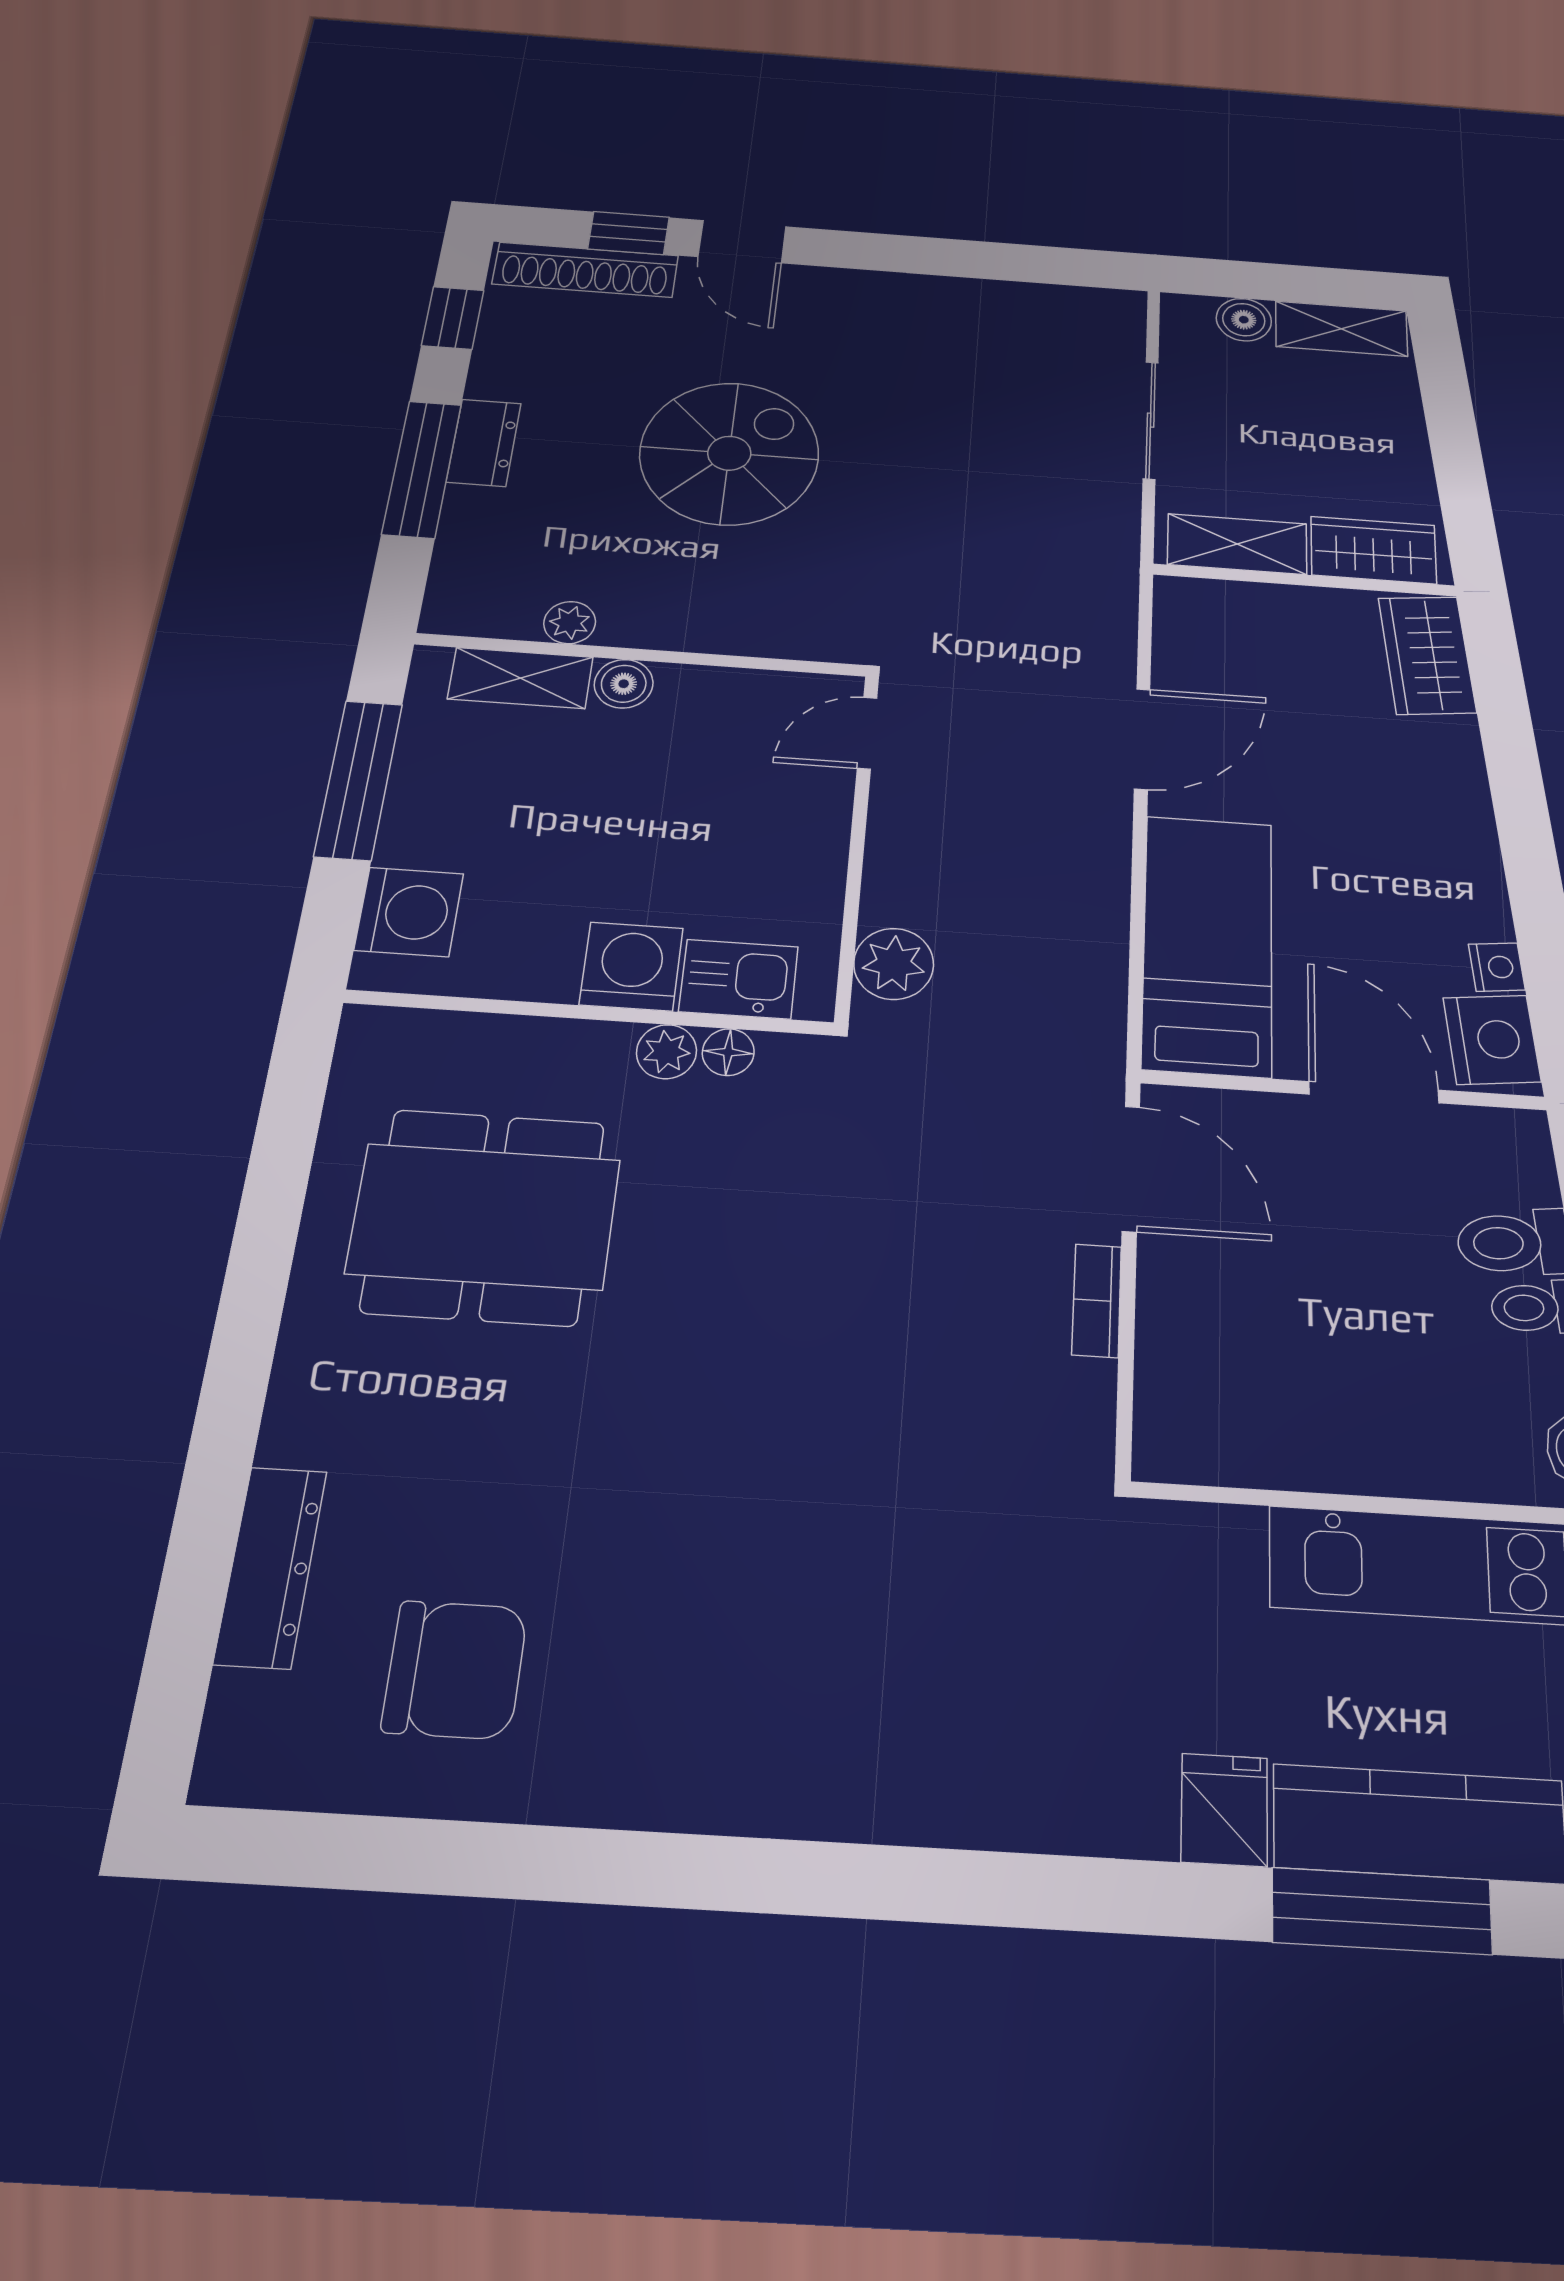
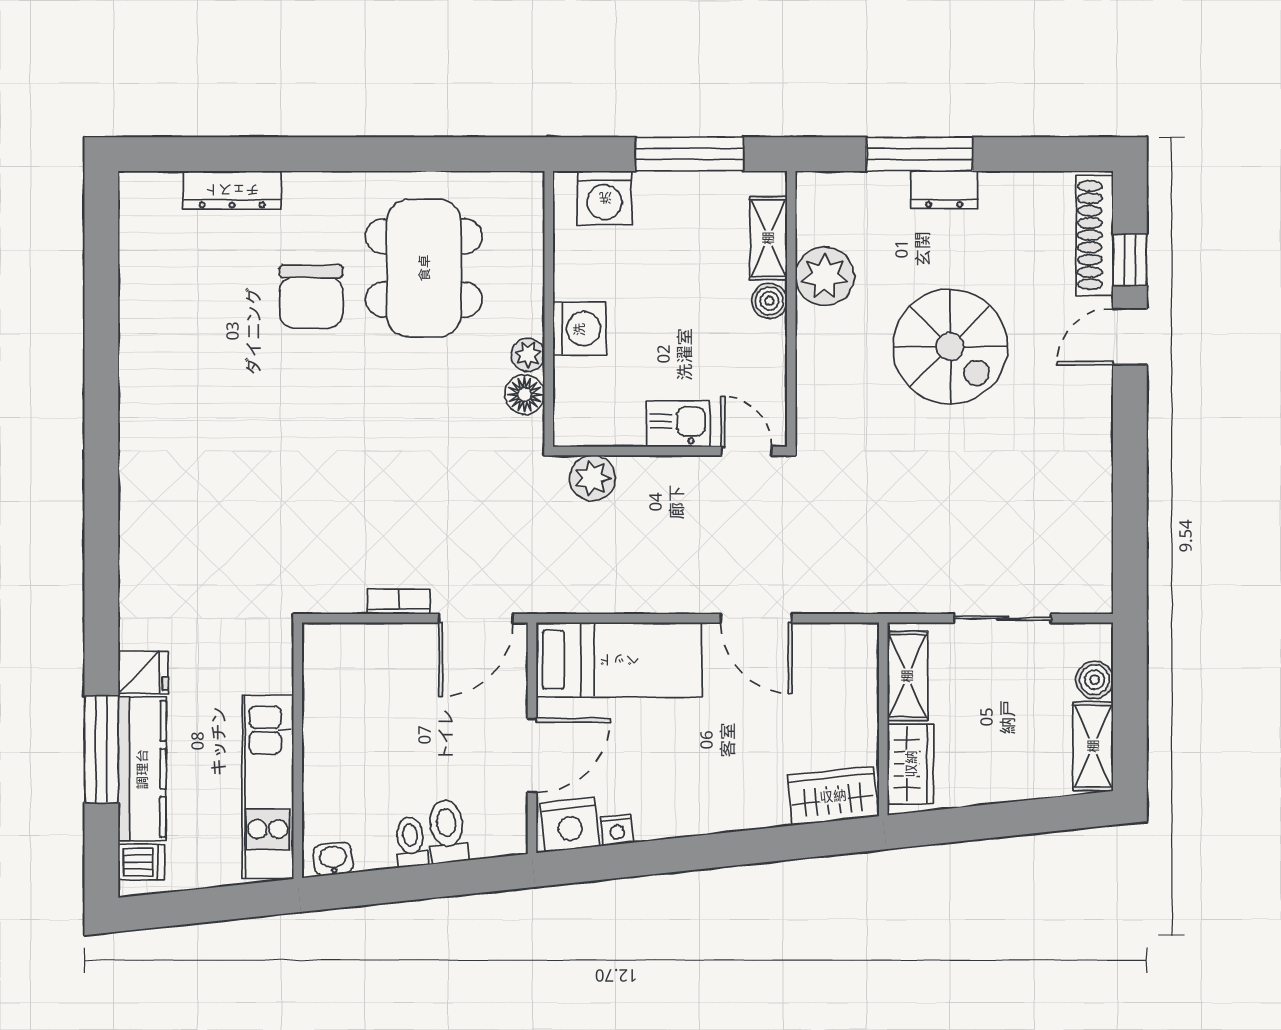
window: (453, 318) -> (1045, 154), removed
plant: (570, 623) -> (825, 276), width x1.88, depth x1.88
kitchen sink: (739, 979) -> (678, 424), moved, turned -90
floor lamp: (728, 1052) -> (525, 395), width x1.37, depth x1.37
chair: (455, 1670) -> (311, 297), moved

